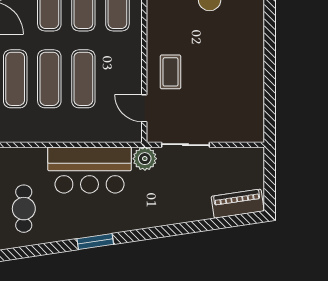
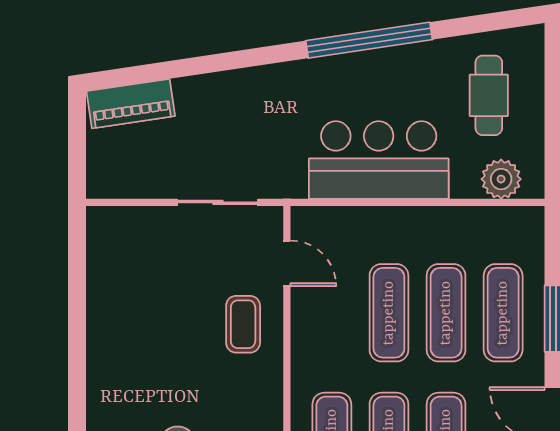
plant: (145, 159) -> (501, 179), moved
window: (95, 242) -> (369, 40), width x2.11

